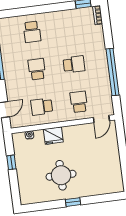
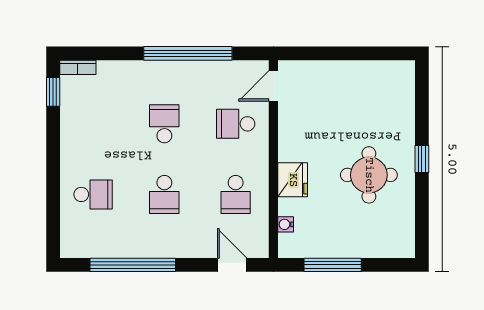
school desk: (37, 69) -> (164, 194), turned -90
door: (101, 119) -> (273, 86), swing flipped
window: (11, 162) -> (333, 265), width x2.17

